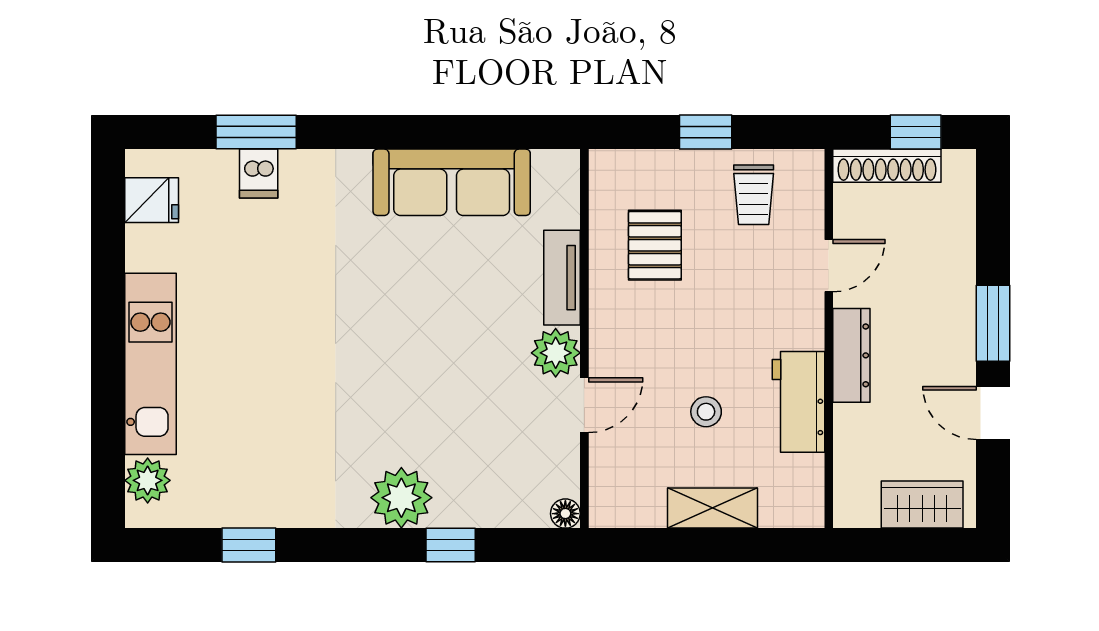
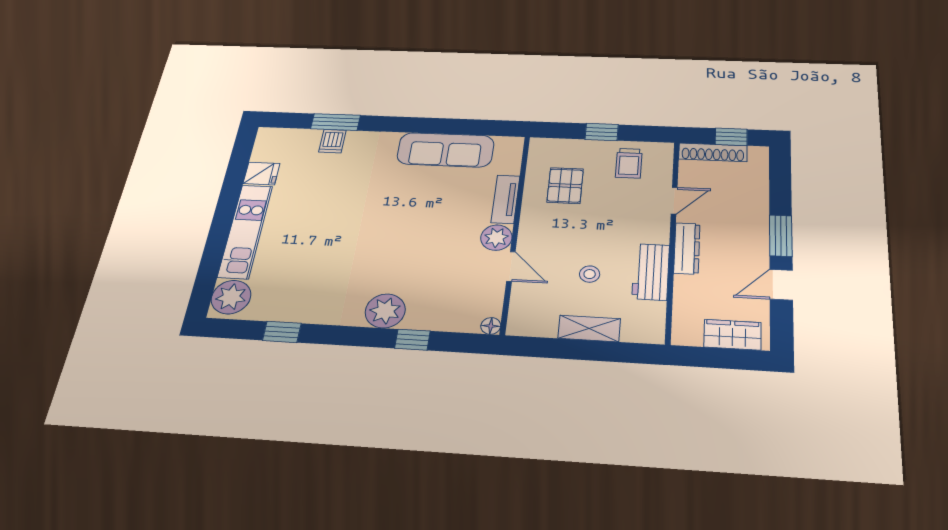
fridge: (152, 200) -> (261, 174), moved
door: (584, 405) -> (511, 266), hinge flipped
door: (993, 413) -> (781, 285), hinge flipped
plant: (148, 480) -> (231, 297), width x1.36, depth x1.36

